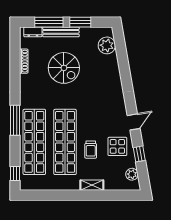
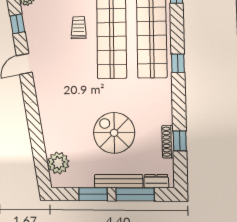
window: (15, 62) -> (180, 141), added
window: (15, 120) -> (178, 63), width x0.46
display table: (117, 146) -> (45, 33), removed

